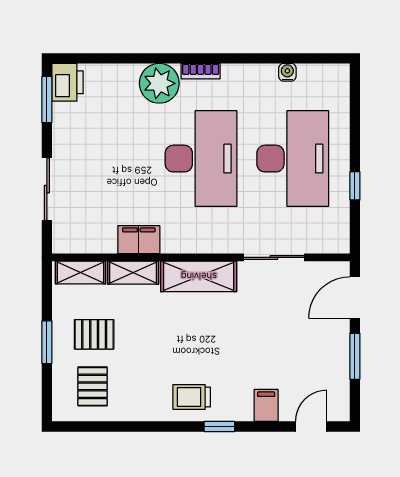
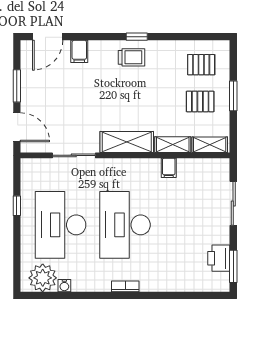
printer: (68, 82) -> (219, 258), moved
plant: (159, 83) -> (43, 278), moved
filing cabinet: (139, 240) -> (169, 168), width x0.50
door: (355, 298) -> (17, 127), hinge flipped
pallet: (93, 386) -> (201, 65), turned 90
window: (219, 426) -> (137, 37), moved
door: (311, 426) -> (48, 37), width x1.38

